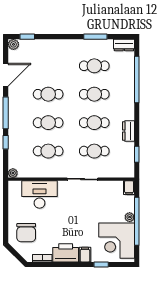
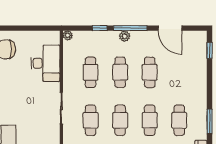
plant: (13, 44) -> (125, 36), moved

